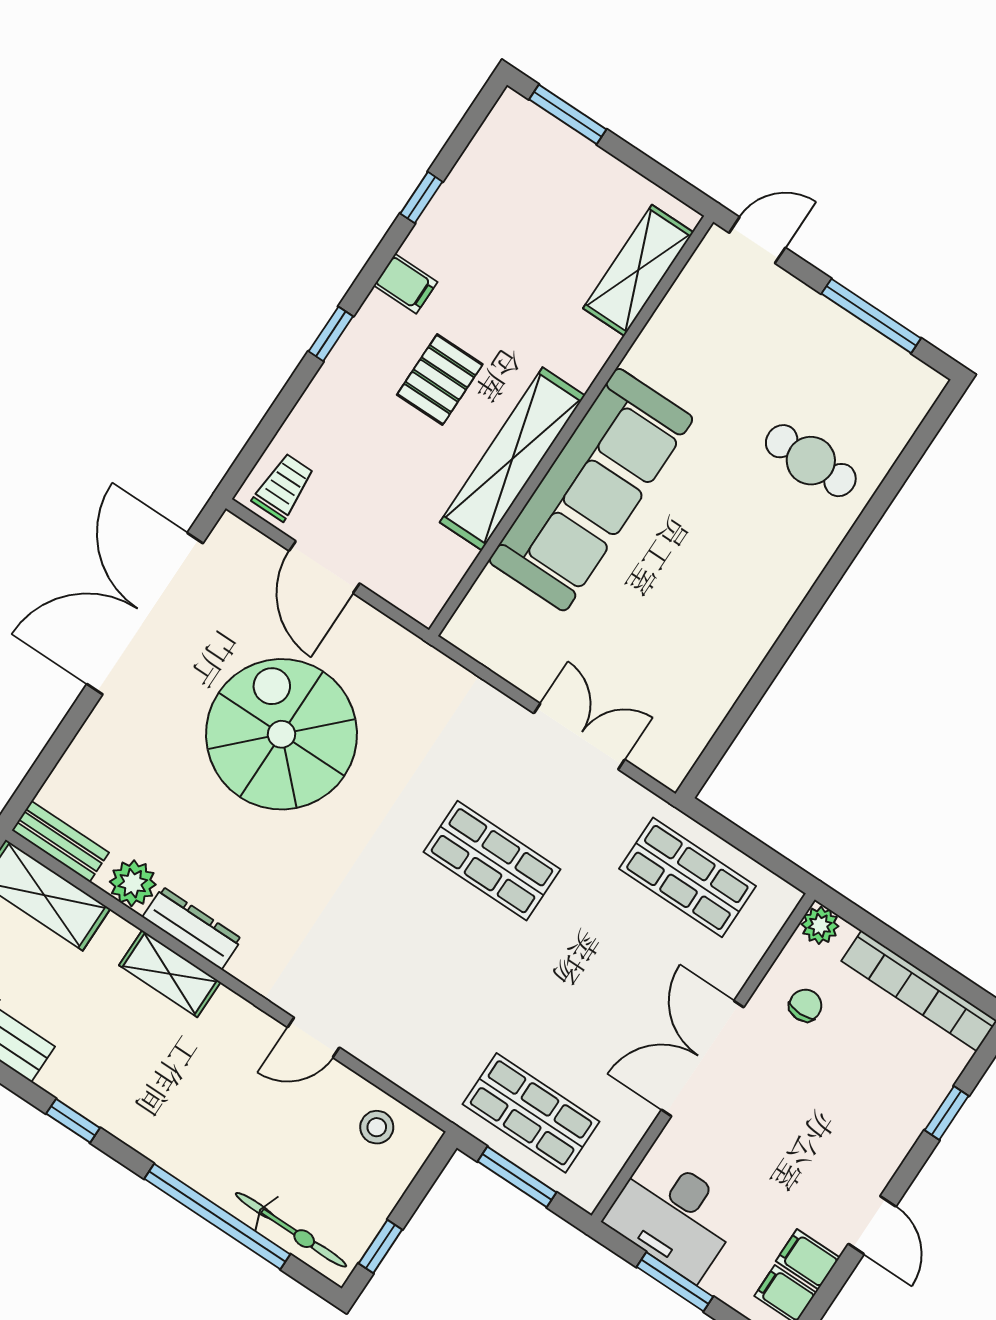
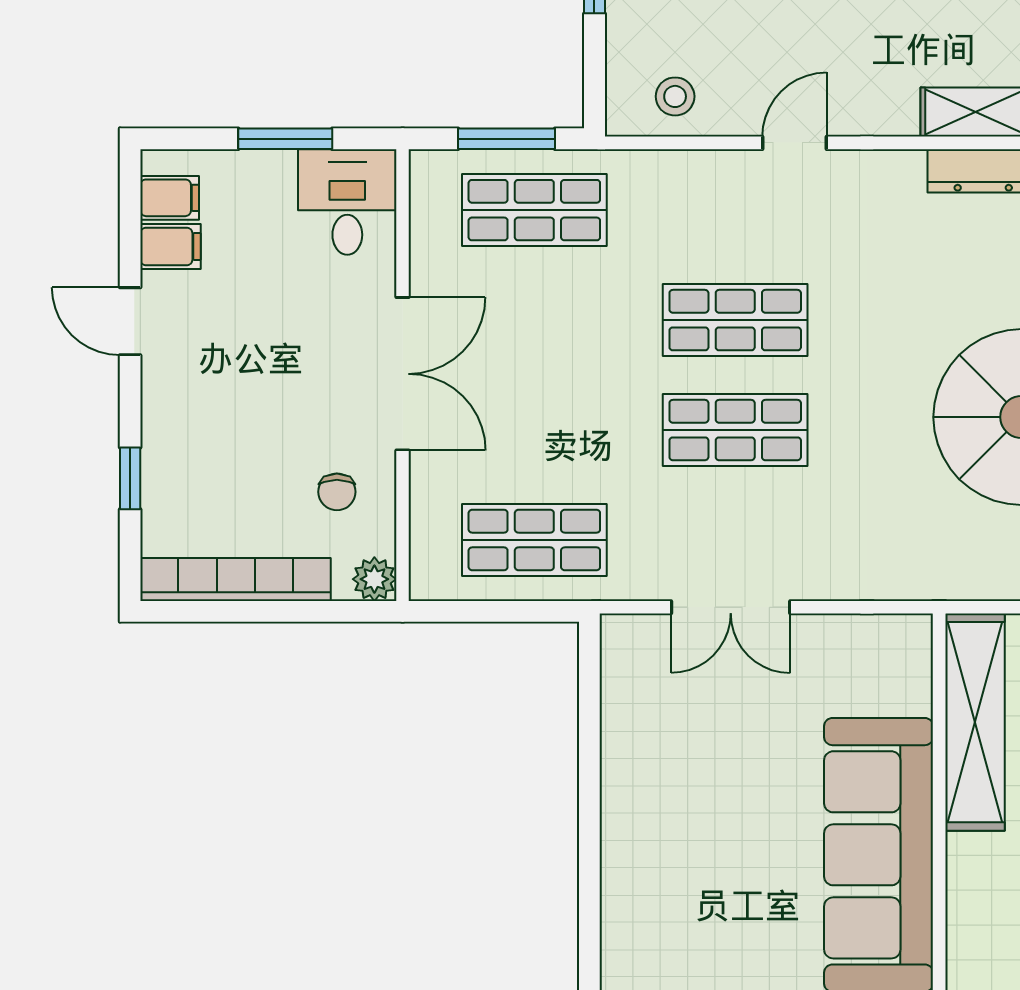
shelving: (512, 459) -> (975, 722), moved
shop shelf: (440, 939) -> (735, 320), added
desk: (674, 1216) -> (347, 202), width x0.73

